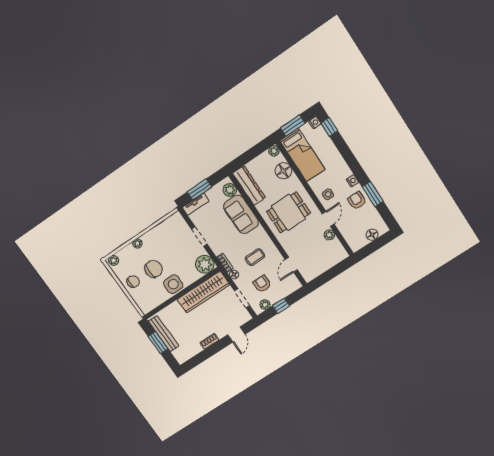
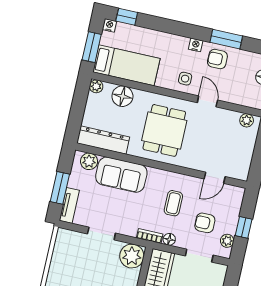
plant: (329, 235) -> (247, 120), moved
door: (291, 265) -> (215, 178), hinge flipped

